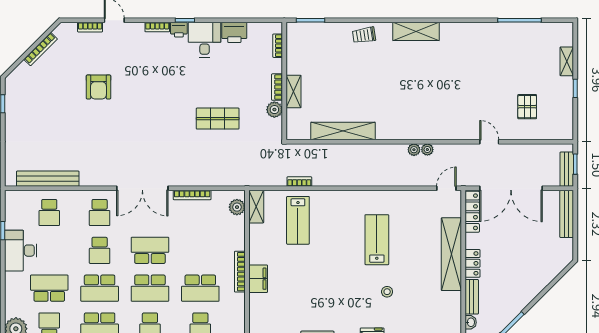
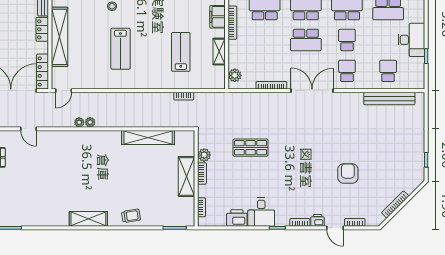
printer: (179, 30) -> (318, 220), moved
shelving: (294, 92) -> (186, 177), width x1.50, depth x1.33
shelving: (256, 207) -> (219, 52), moved
lab bench: (298, 220) -> (181, 52), moved

